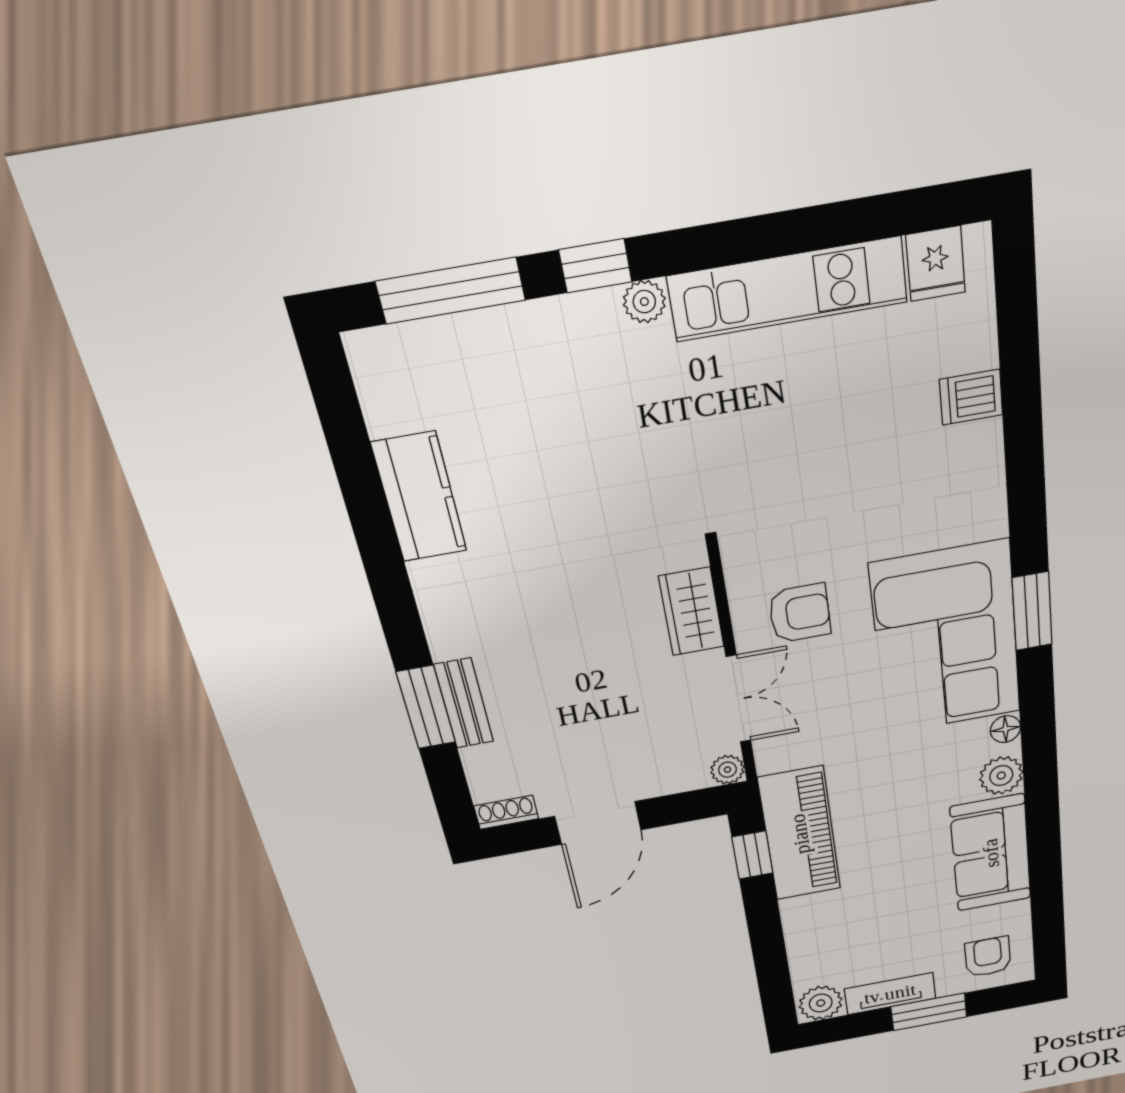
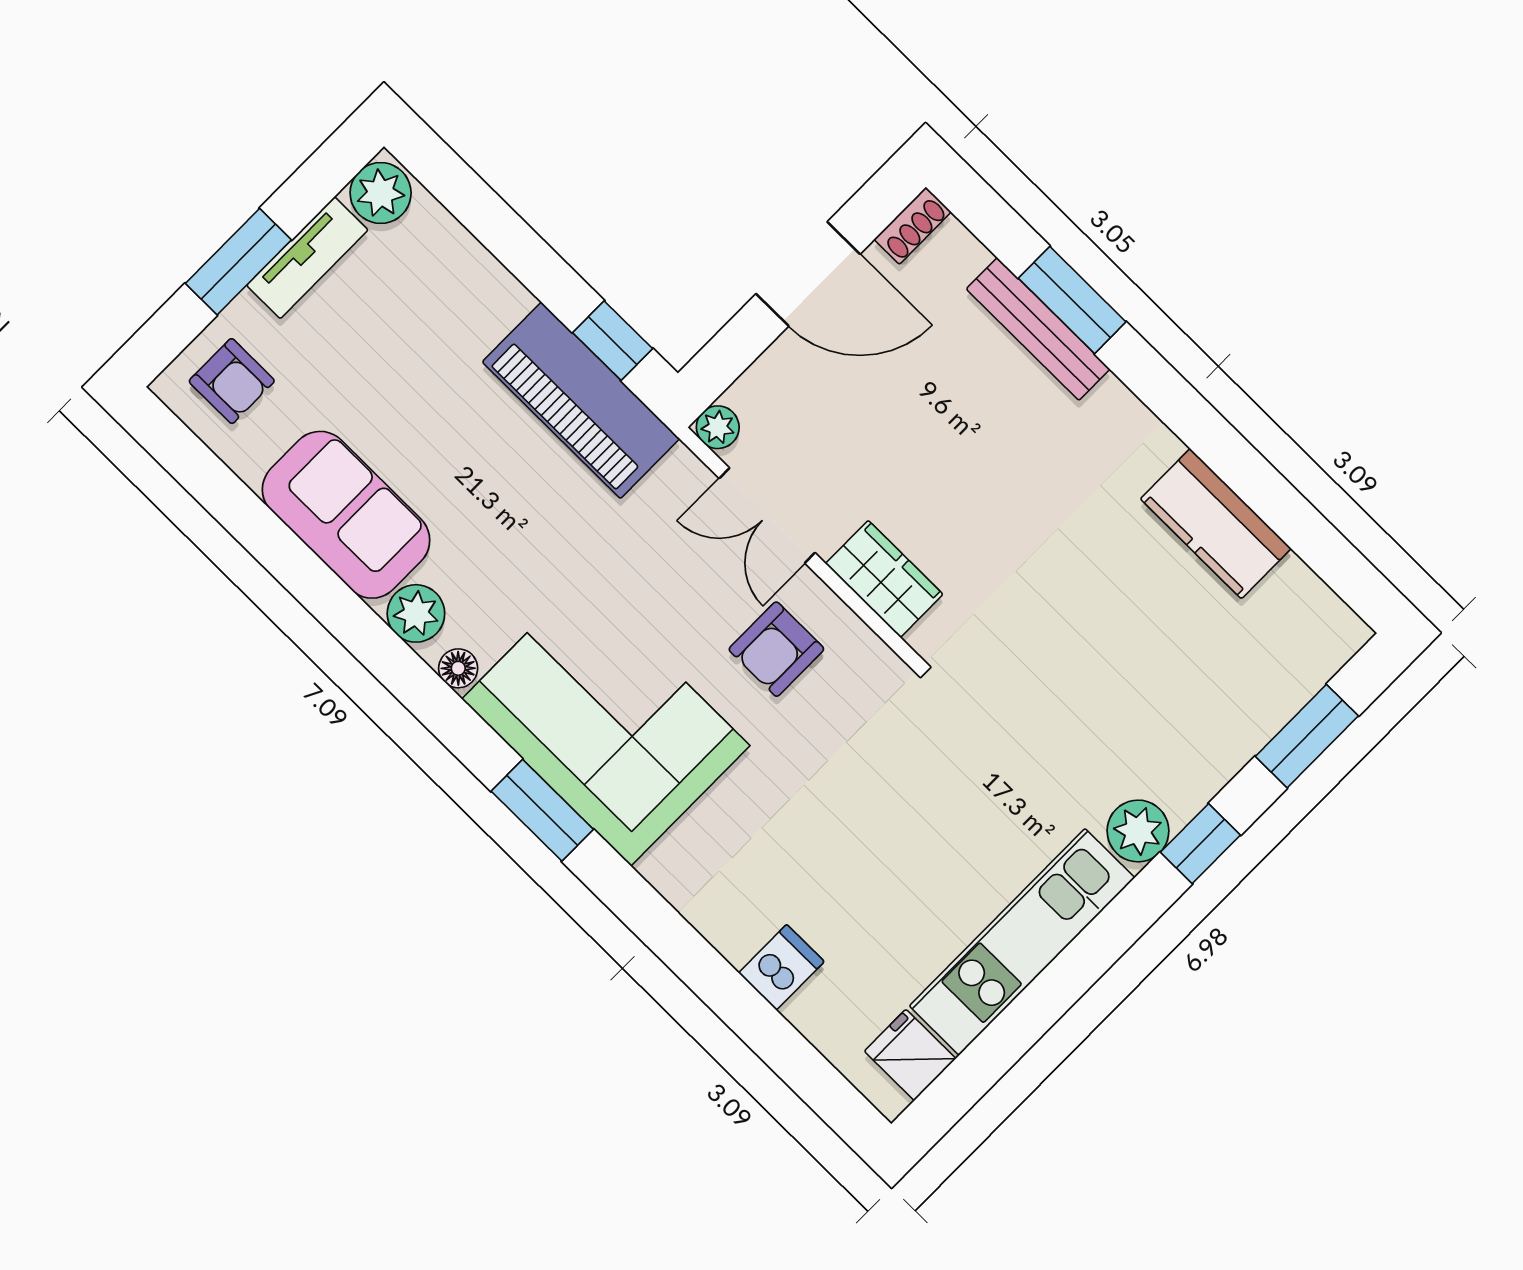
window: (451, 291) -> (1307, 736), width x0.69
plant: (644, 302) -> (1138, 831), width x1.38, depth x1.38
bench: (464, 703) -> (1038, 329), width x1.36
door: (598, 823) -> (808, 274), swing flipped

